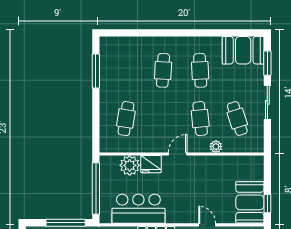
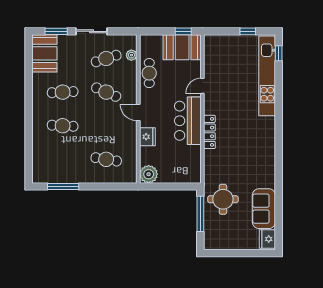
cafe table: (200, 119) -> (106, 92), turned 30
plant: (216, 147) -> (131, 55), moved
plant: (130, 165) -> (149, 174), moved
cafe table: (221, 166) -> (149, 73), added
window: (96, 189) -> (169, 186), removed
bar counter: (138, 209) -> (188, 121), moved

